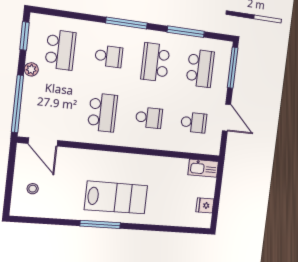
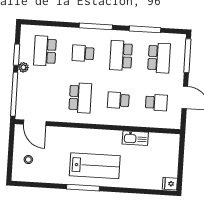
window: (25, 36) -> (17, 55), moved
school desk: (60, 50) -> (45, 51), turned 180
school desk: (109, 56) -> (83, 53), turned 180
school desk: (149, 118) -> (118, 100), turned 180
kitchen sink: (203, 168) -> (135, 138), moved
fridge: (205, 205) -> (170, 184), moved

